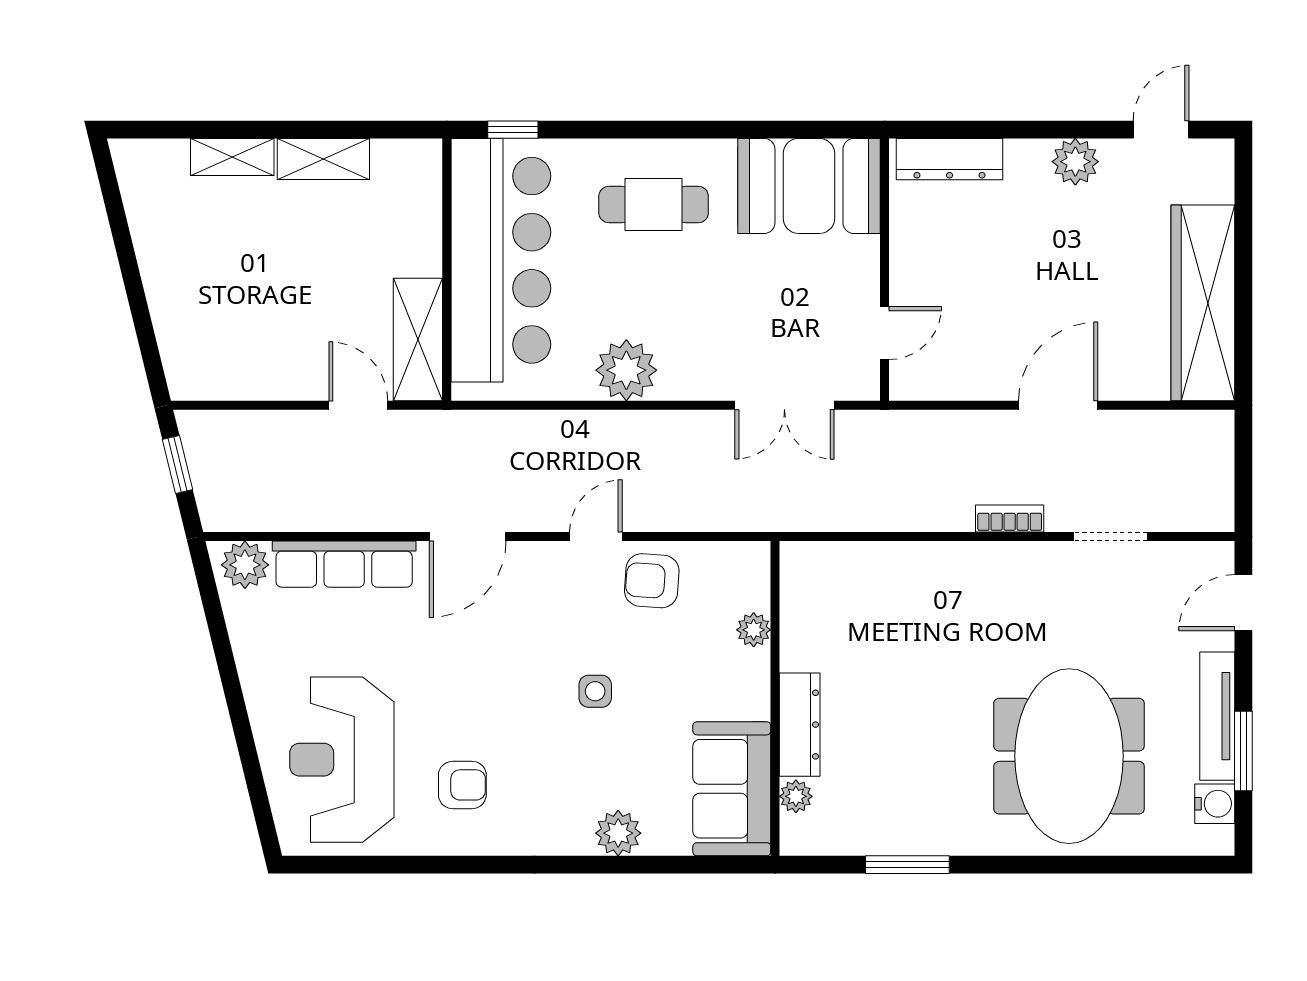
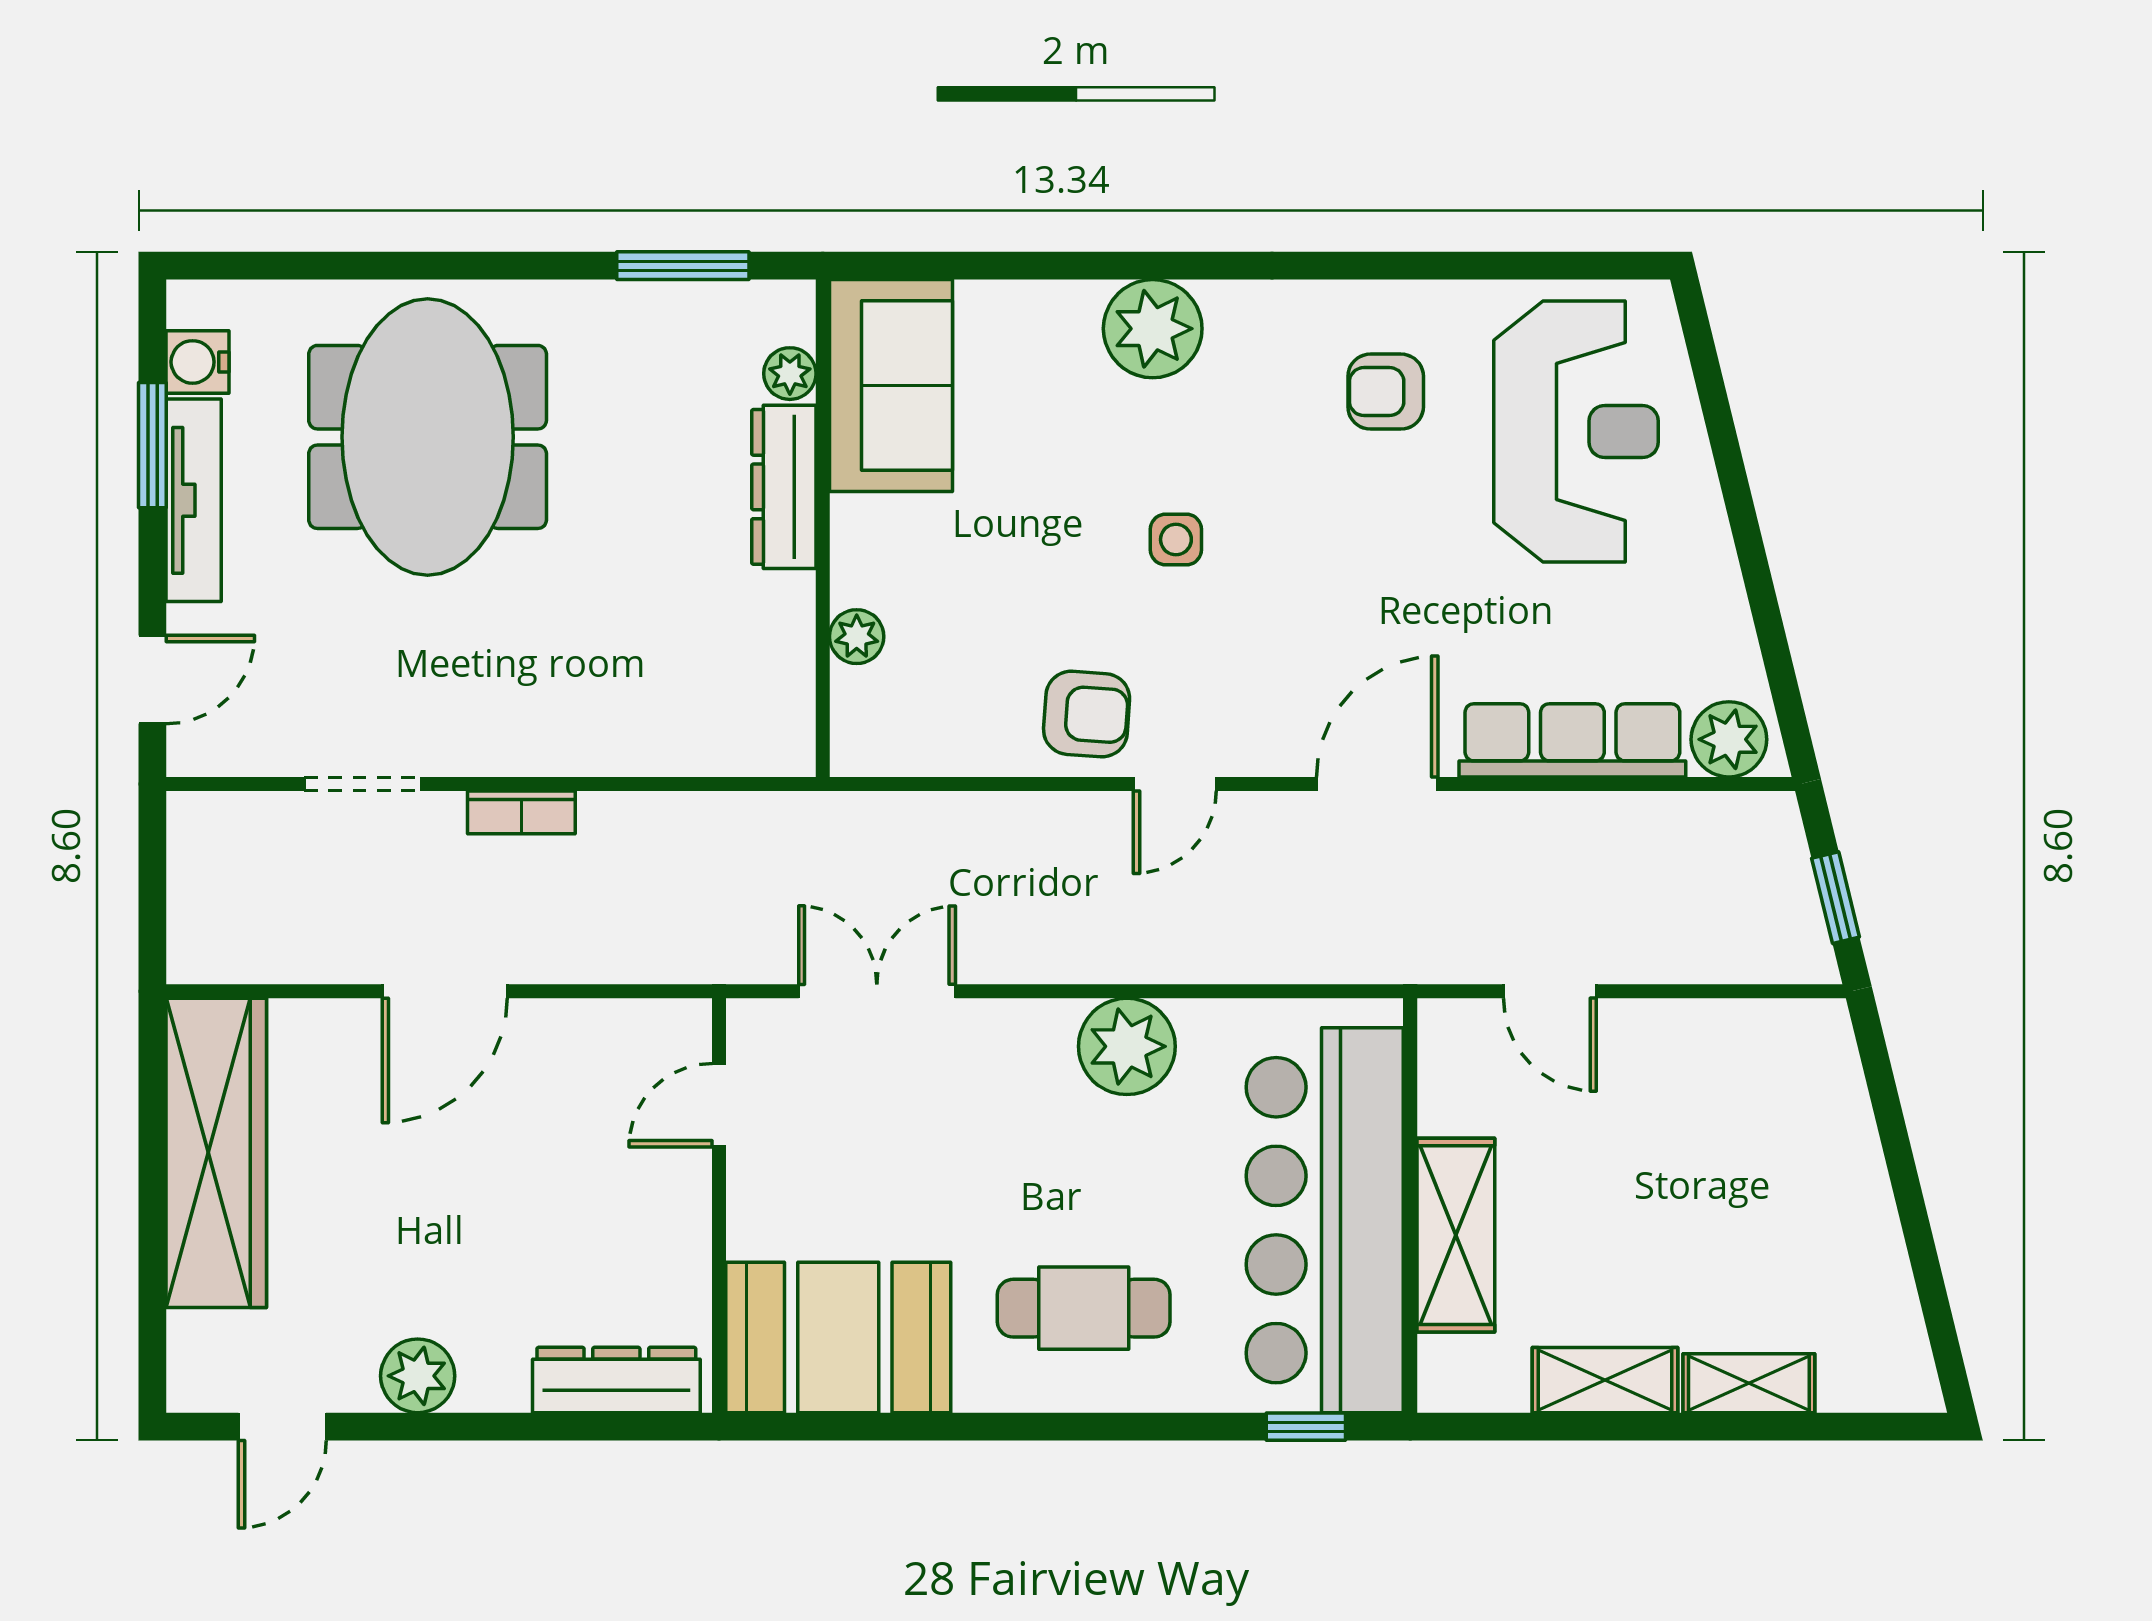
shelving: (418, 339) -> (1456, 1235), moved
plant: (754, 630) -> (857, 637), moved
wall: (775, 698) -> (823, 528), moved
dresser: (800, 725) -> (784, 487), moved
sofa: (732, 789) -> (891, 386), moved
plant: (796, 796) -> (790, 374), moved
plant: (618, 833) -> (1153, 329), width x1.36, depth x1.36

